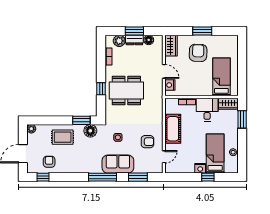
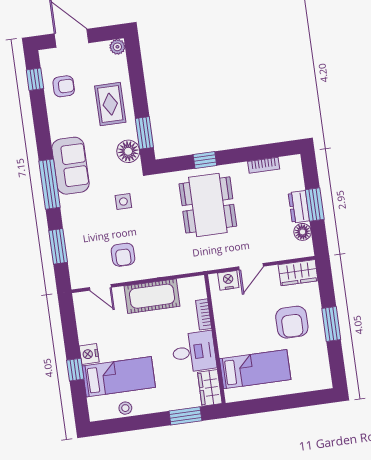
plant: (119, 41) -> (294, 180), removed
armchair: (198, 53) -> (292, 322), turned 88
sofa: (118, 164) -> (71, 166), moved

